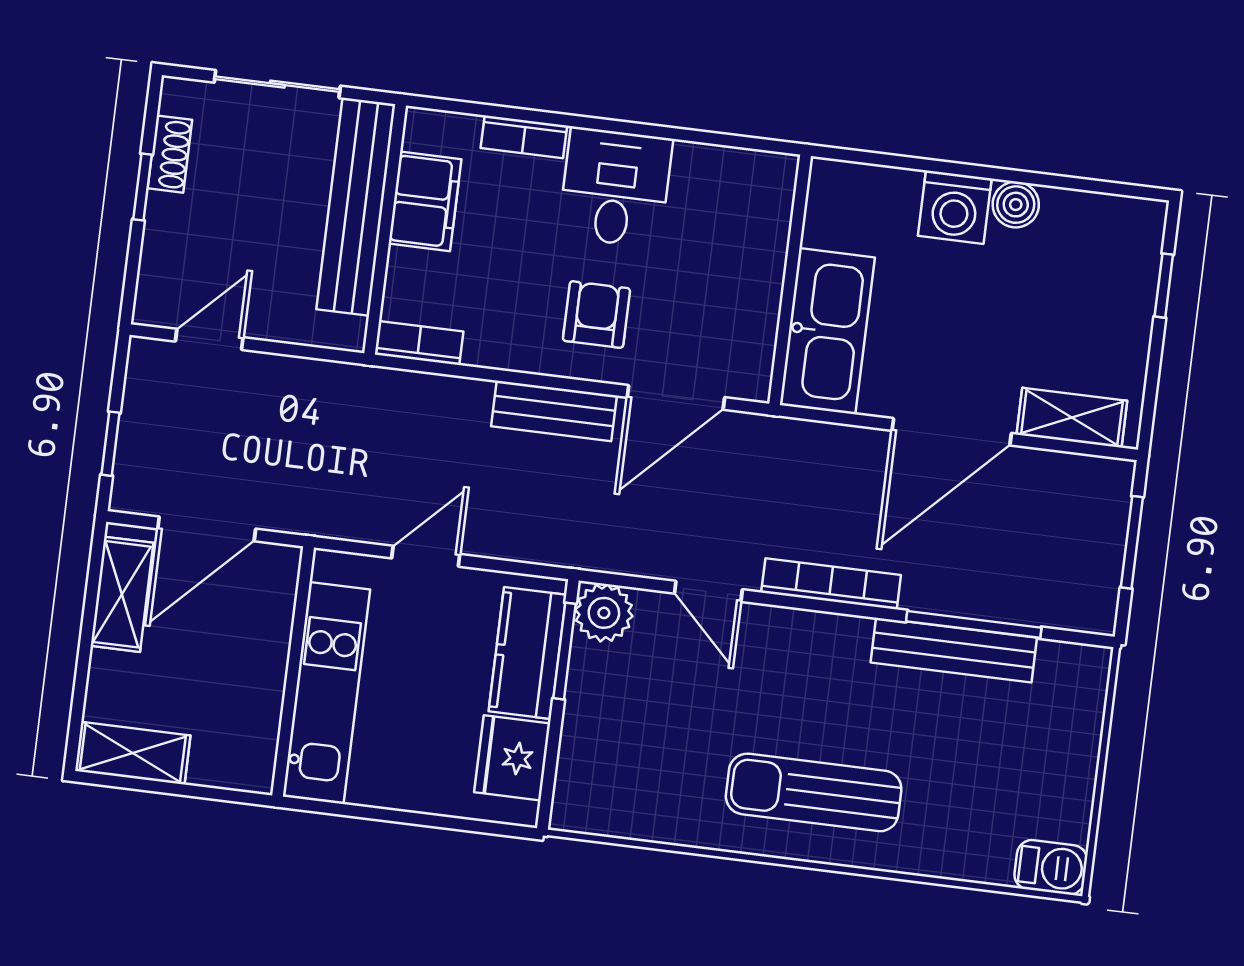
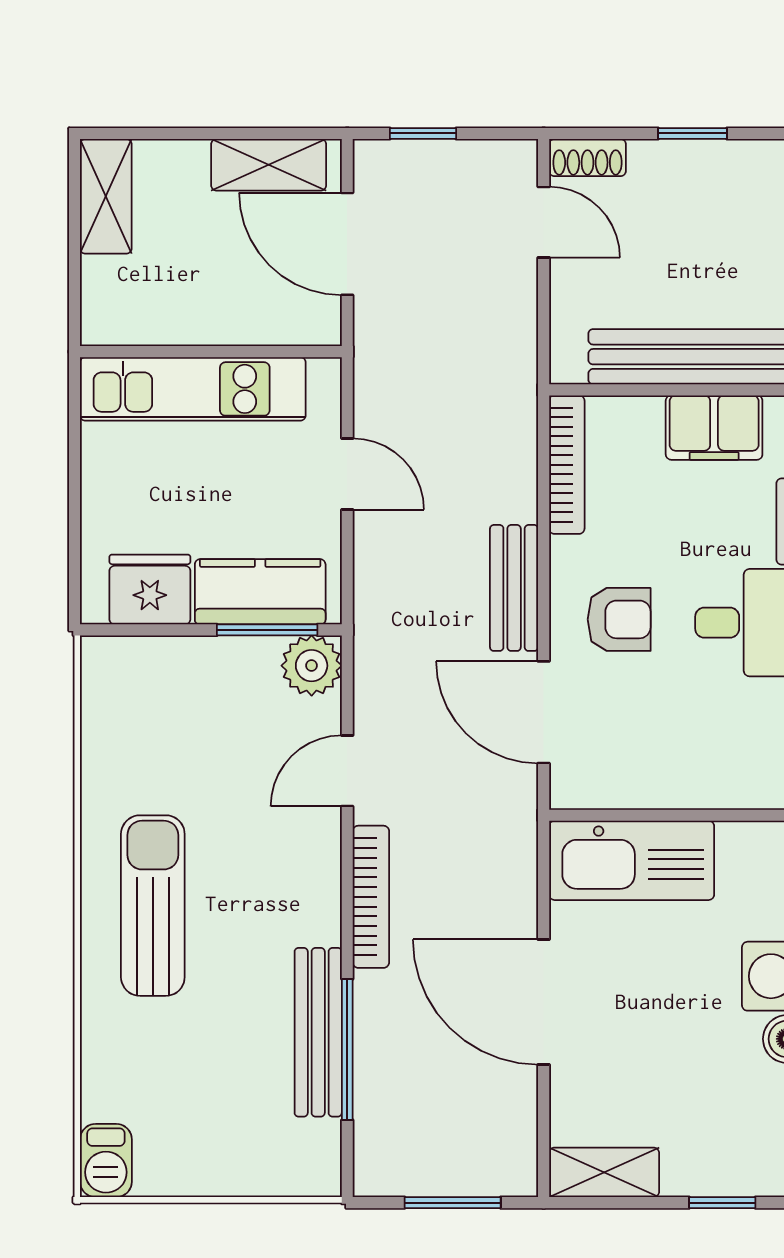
shoe rack: (170, 154) -> (587, 158), moved
bookcase: (419, 343) -> (567, 465), width x1.56
shelving: (1072, 418) -> (604, 1172), moved, turned 90

